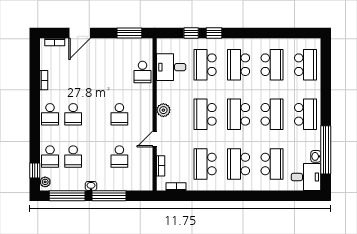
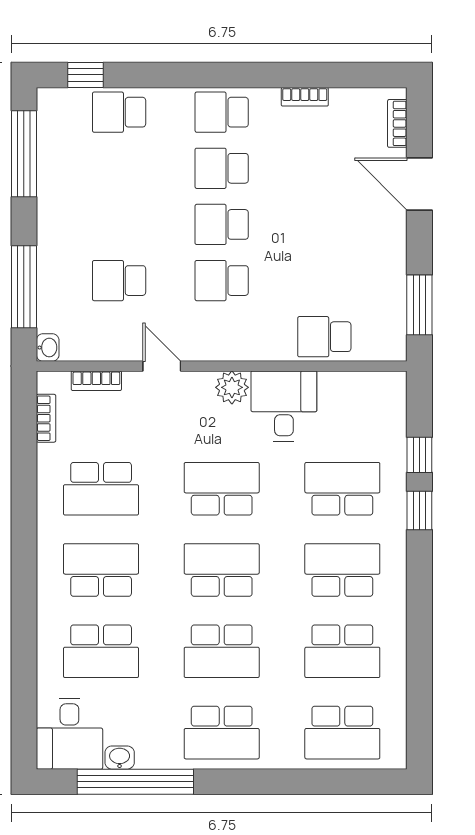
desk: (171, 67) -> (284, 406), moved
school desk: (73, 157) -> (222, 224), moved
school desk: (205, 164) -> (101, 489), turned 180
plant: (45, 182) -> (58, 100), removed
washbasin: (91, 186) -> (48, 348), moved
window: (109, 196) -> (24, 287), moved

